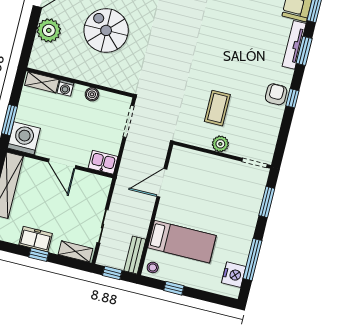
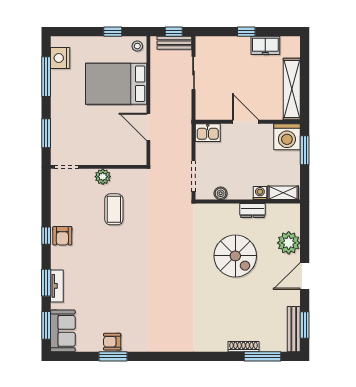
tv unit: (294, 45) -> (57, 286), width x0.71
dresser: (77, 72) -> (252, 210), added
boiler: (92, 94) -> (221, 193), moved
door: (162, 183) -> (148, 127), swing flipped
freezer: (36, 239) -> (265, 45), moved
bed: (182, 242) -> (116, 84), width x1.50
shelving: (75, 251) -> (213, 43), removed
bench: (135, 255) -> (174, 43), moved, turned 90

